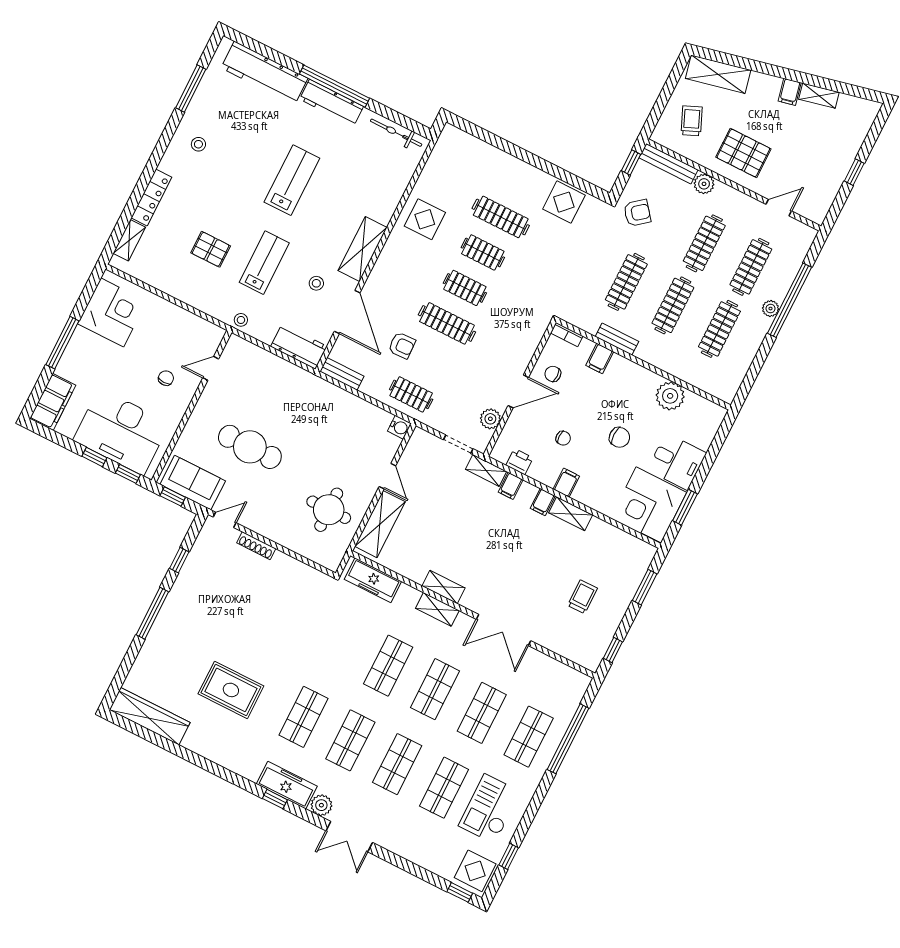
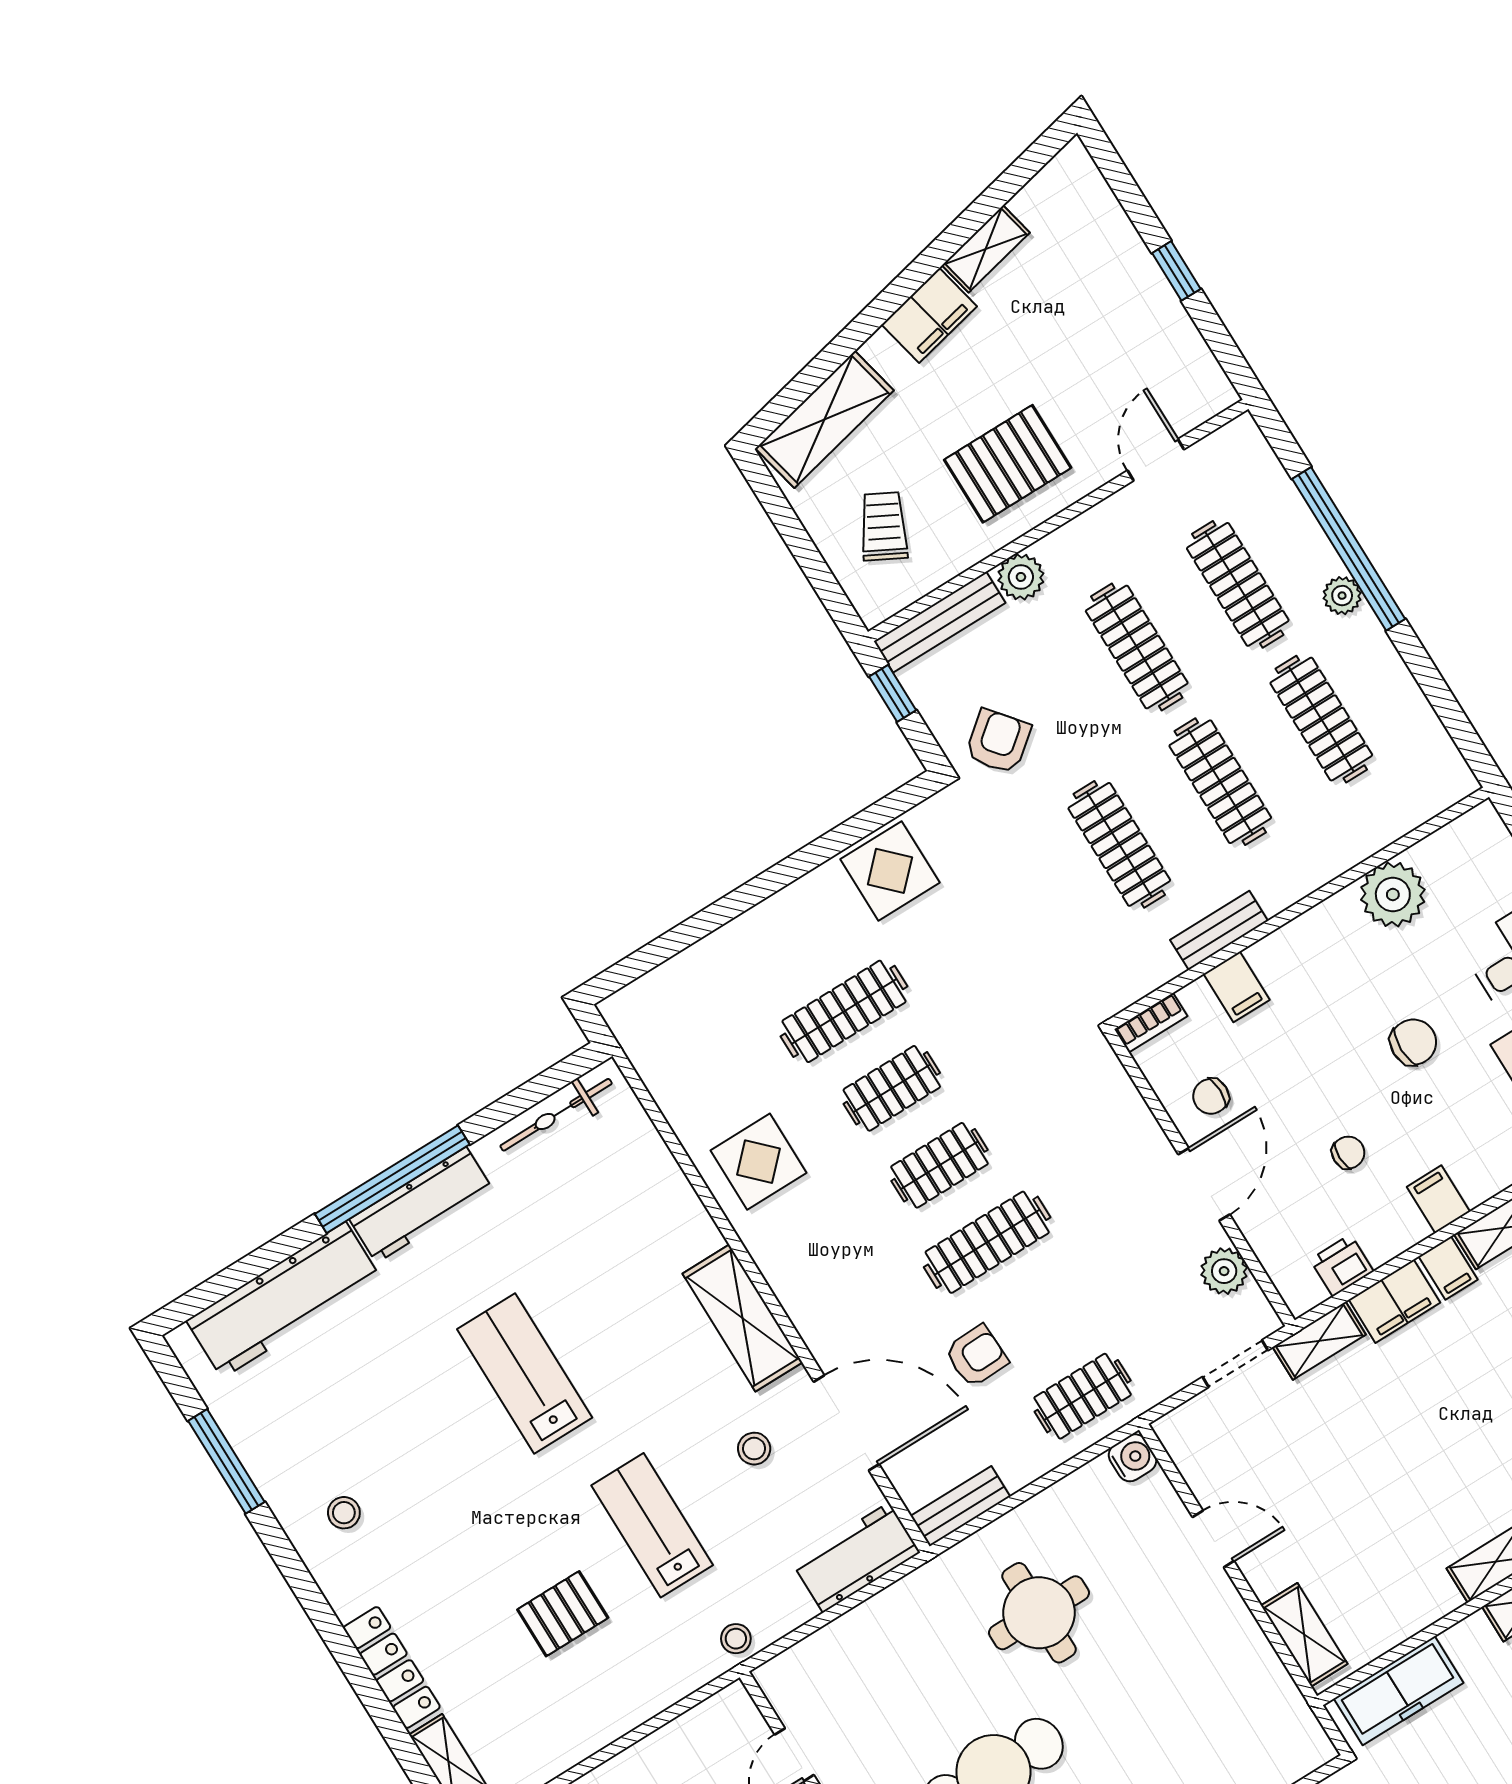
filing cabinet: (790, 92) -> (929, 315), width x2.00
trolley: (692, 121) -> (884, 526), turned 51
filing cabinet: (511, 486) -> (1395, 1301), width x2.00
round table: (329, 510) -> (1039, 1613), moved
shelving: (380, 524) -> (1304, 1635), width x0.67, depth x0.75

